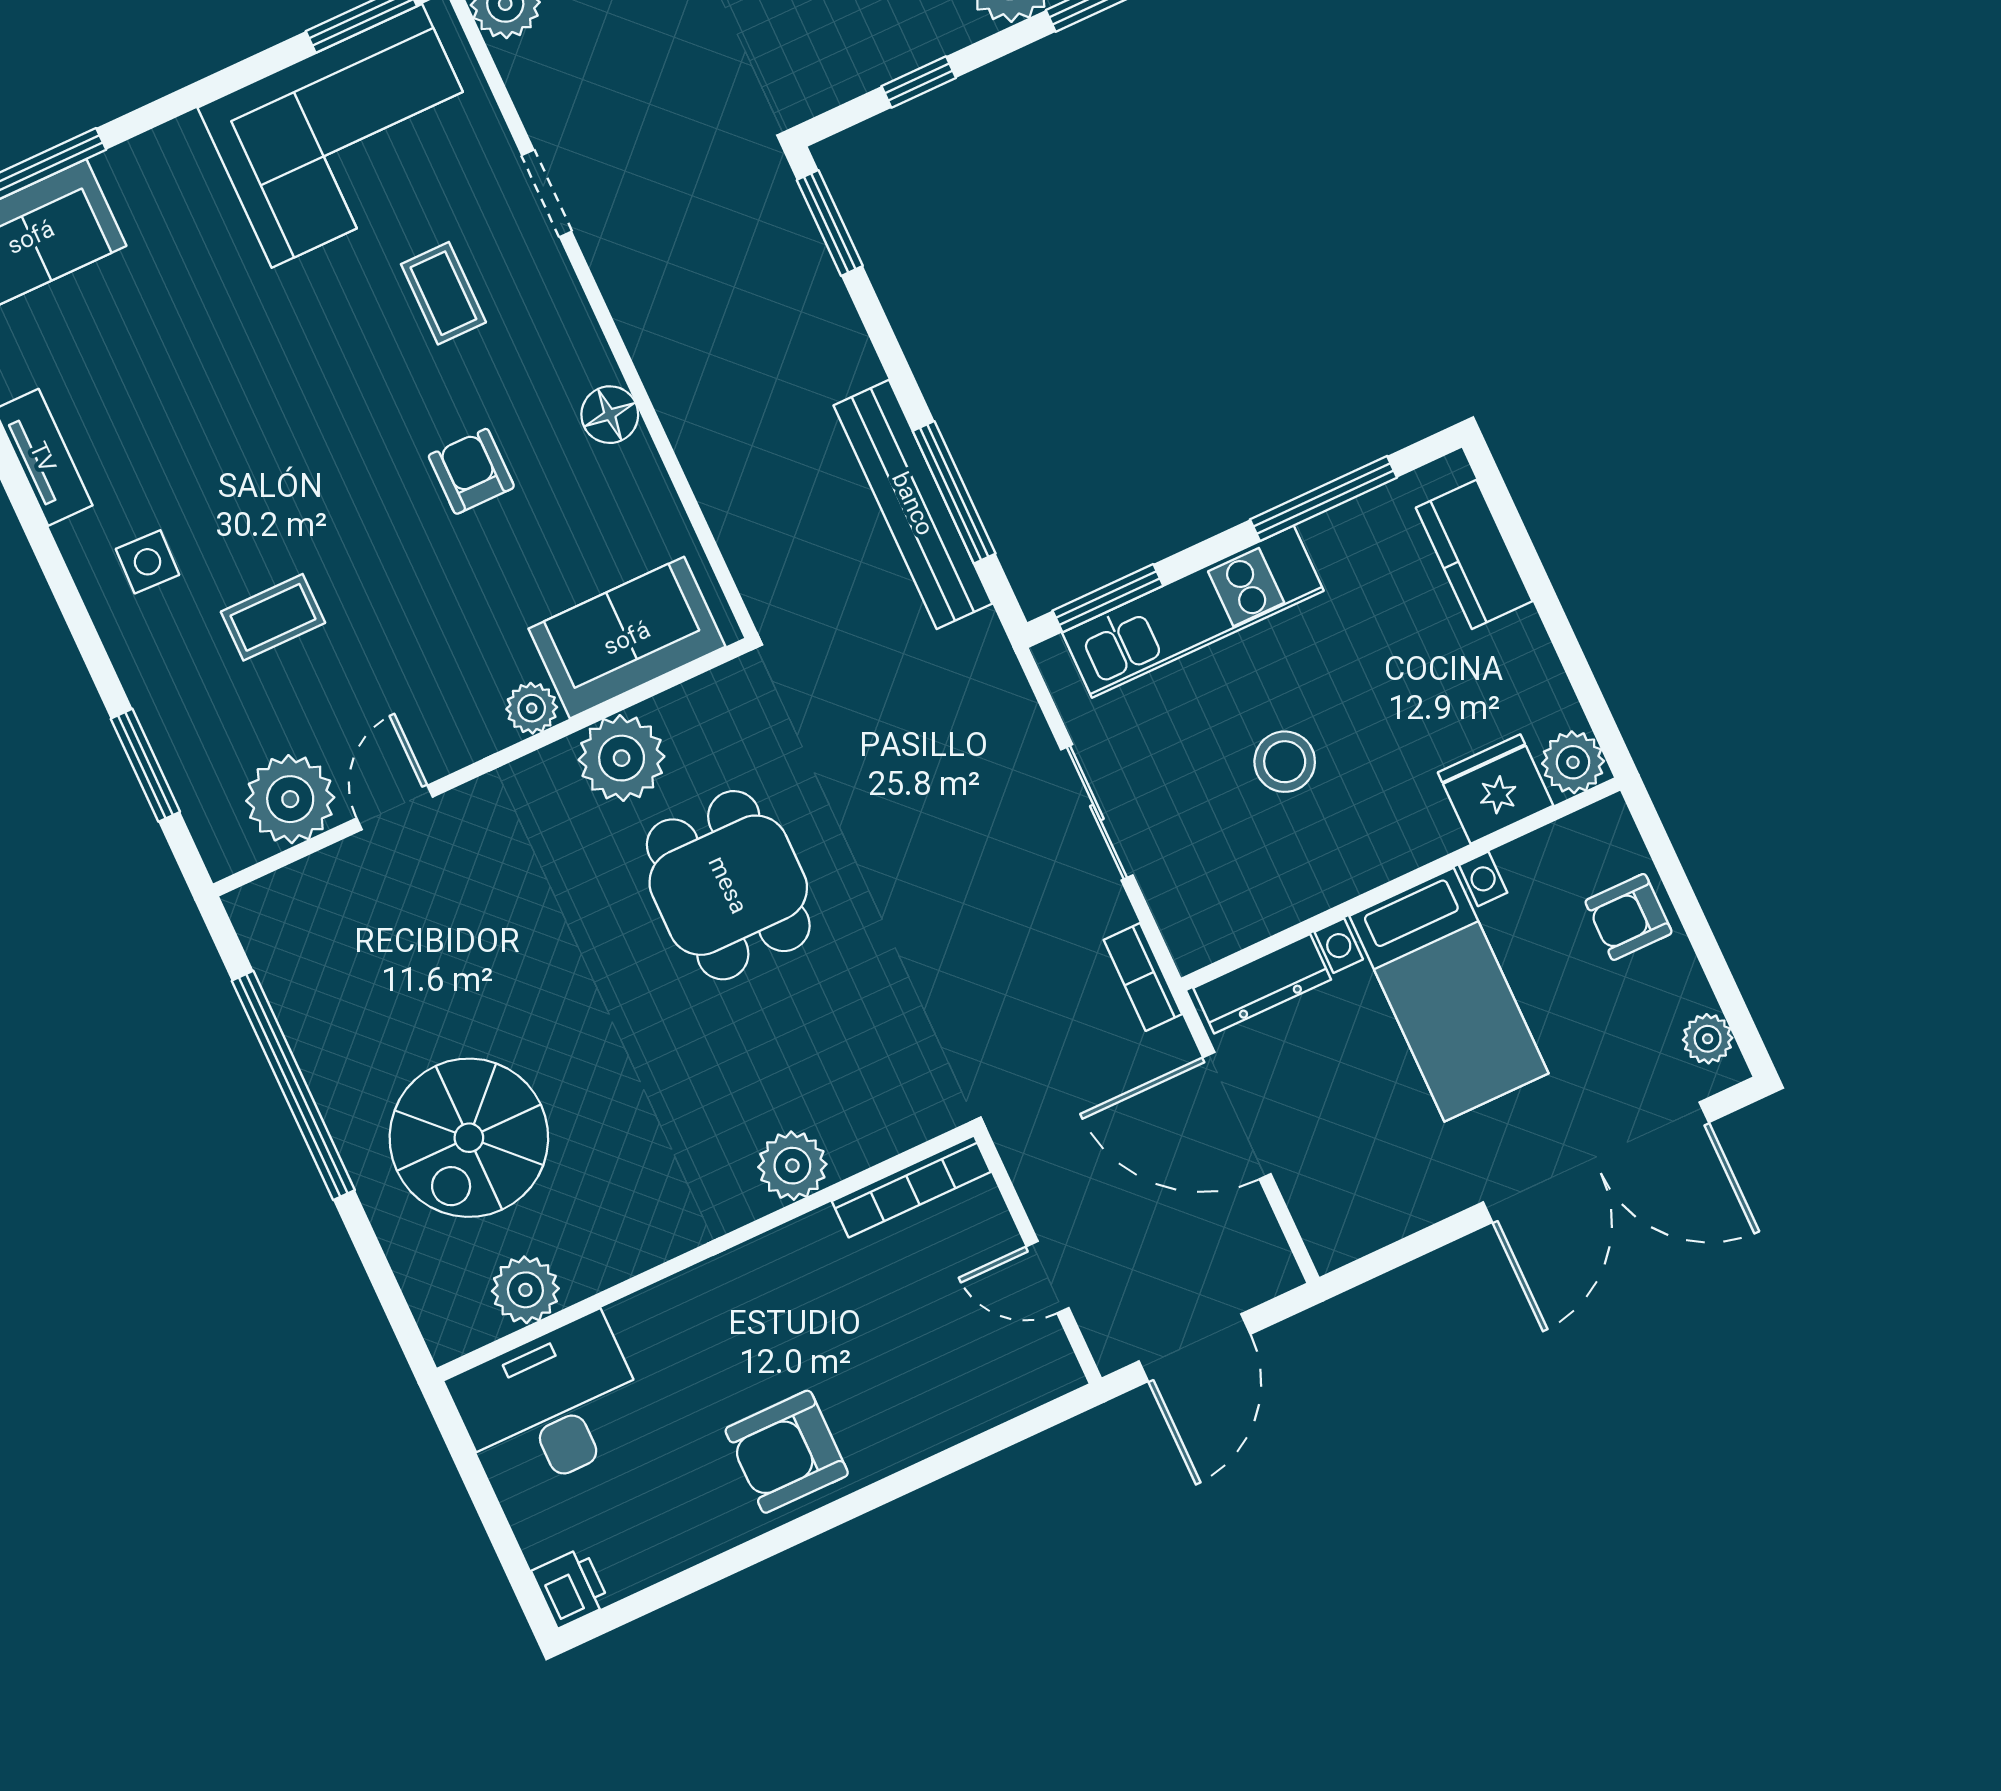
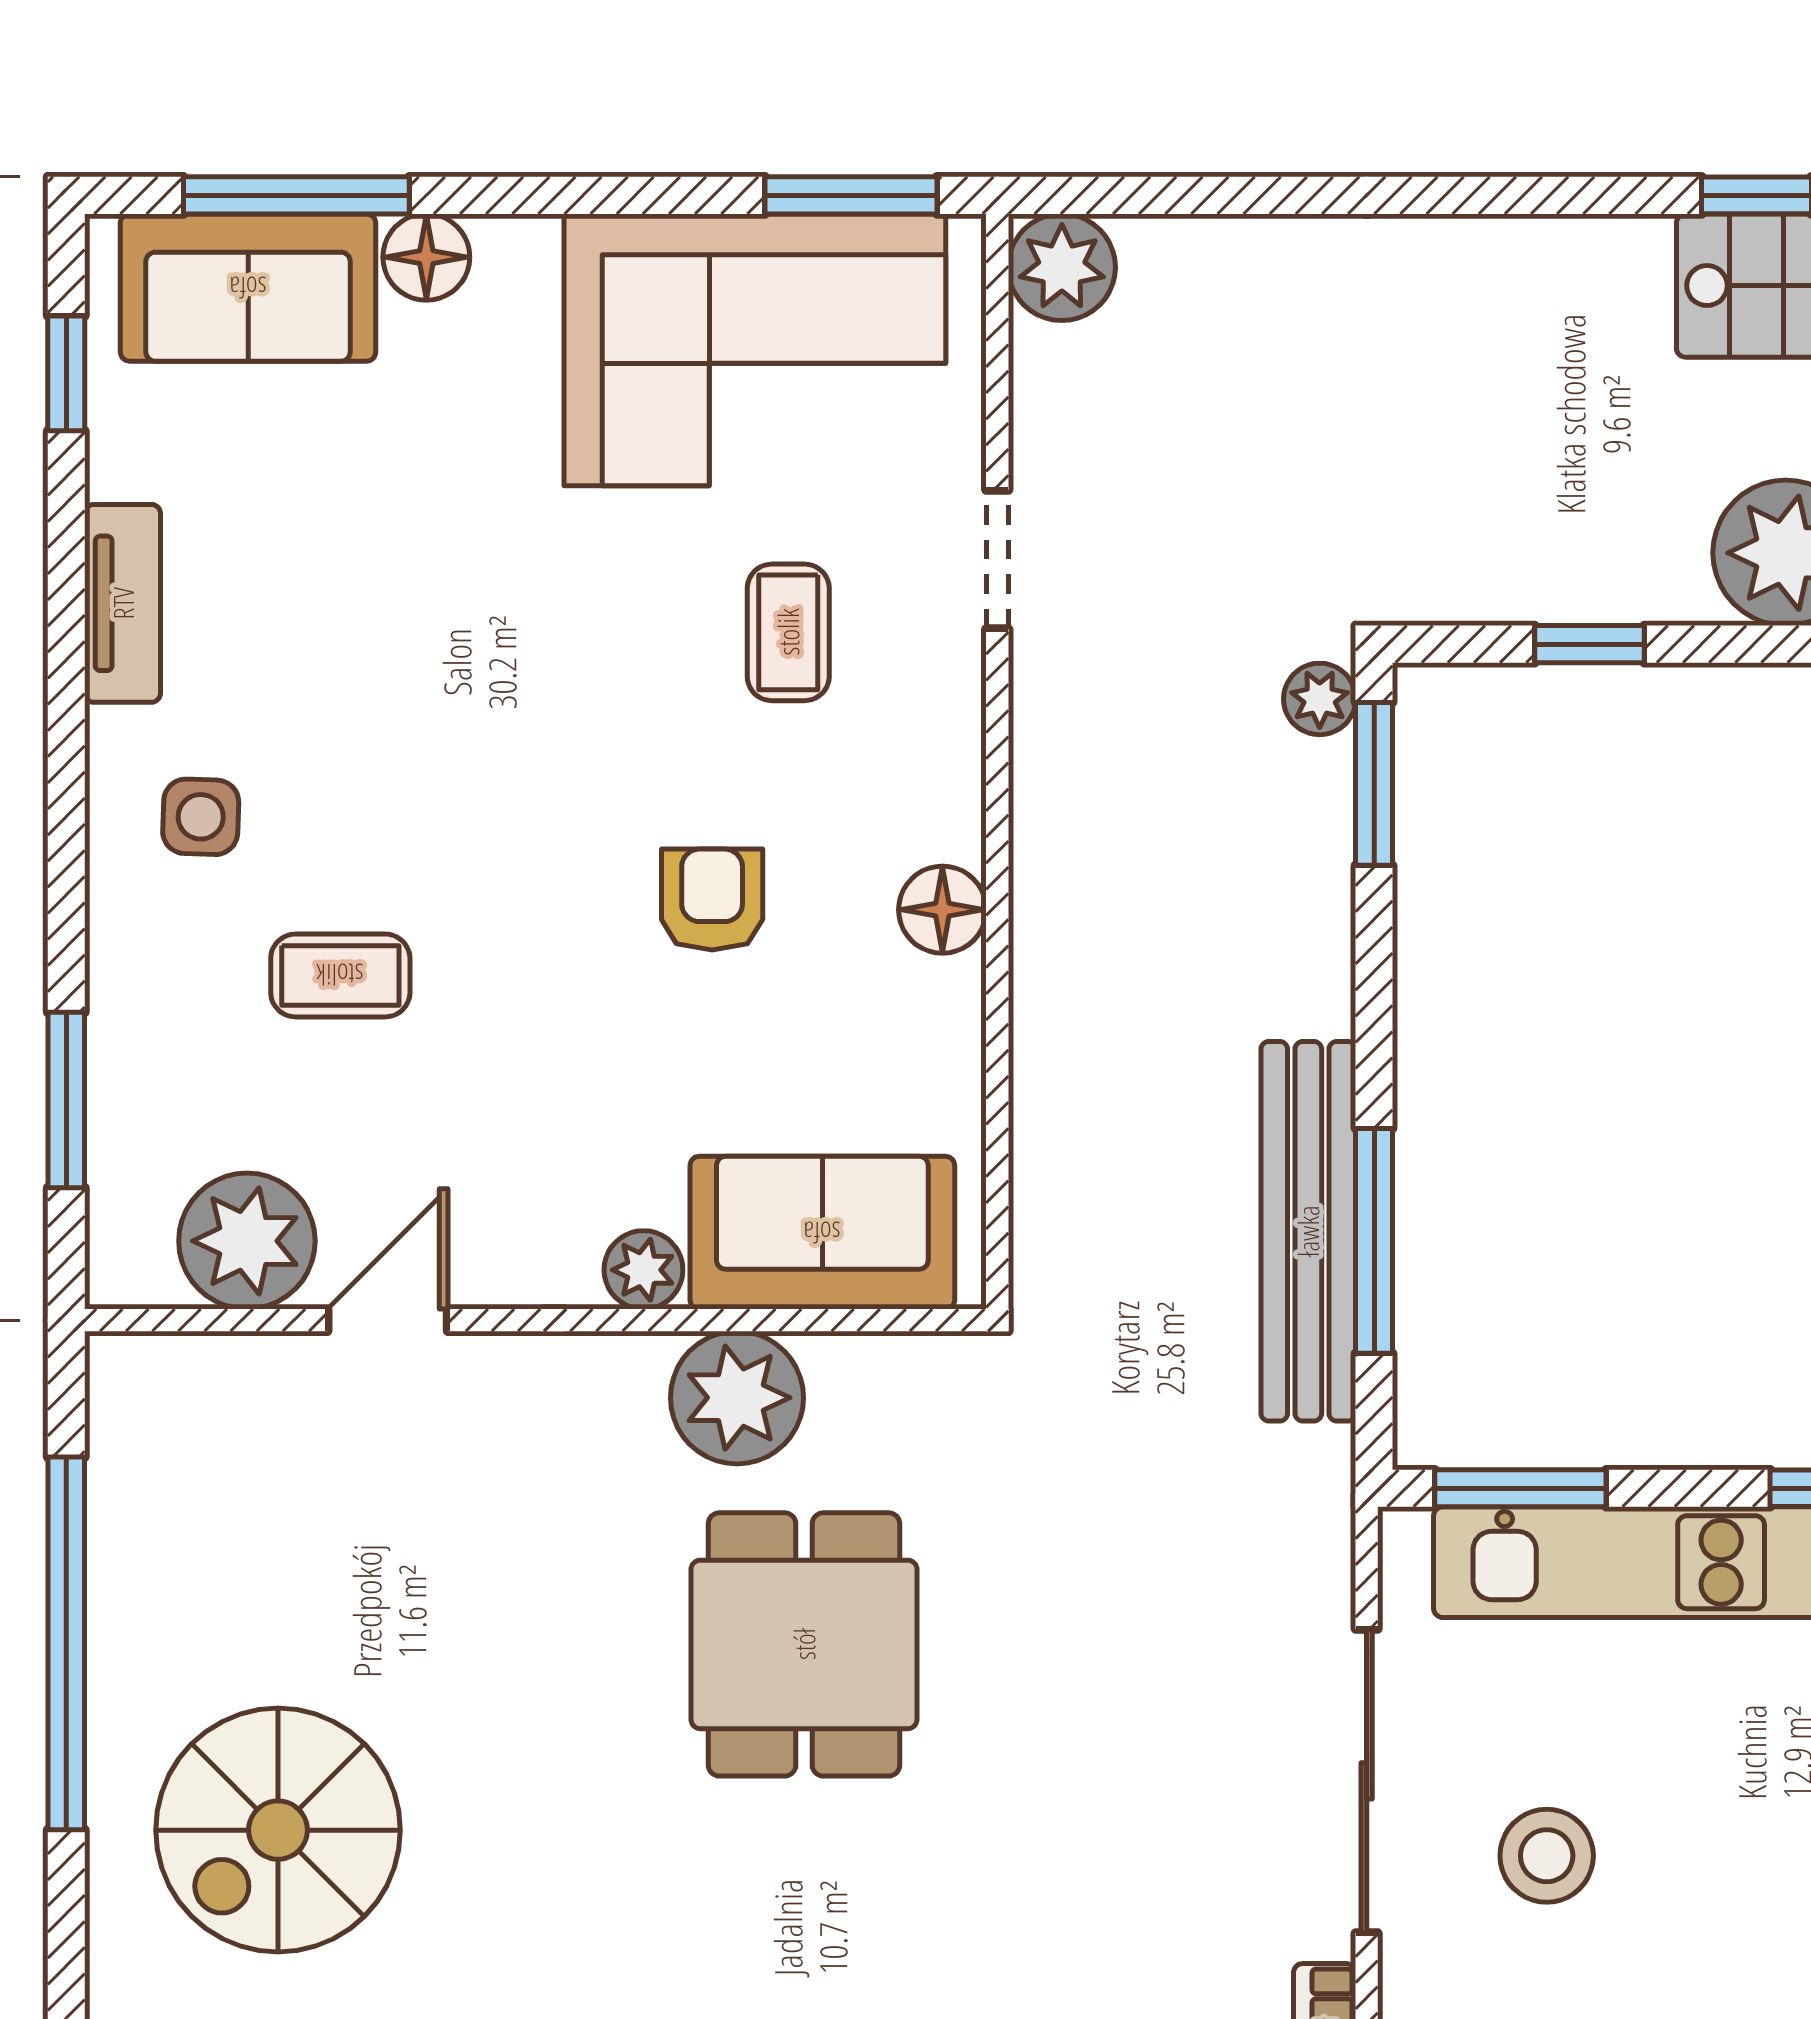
floor lamp: (128, 171) -> (426, 257), added
plant: (775, 188) -> (1320, 699), added
stool: (1285, 762) -> (1547, 1856), moved
sliding door: (1097, 812) -> (1367, 1781), width x1.37

